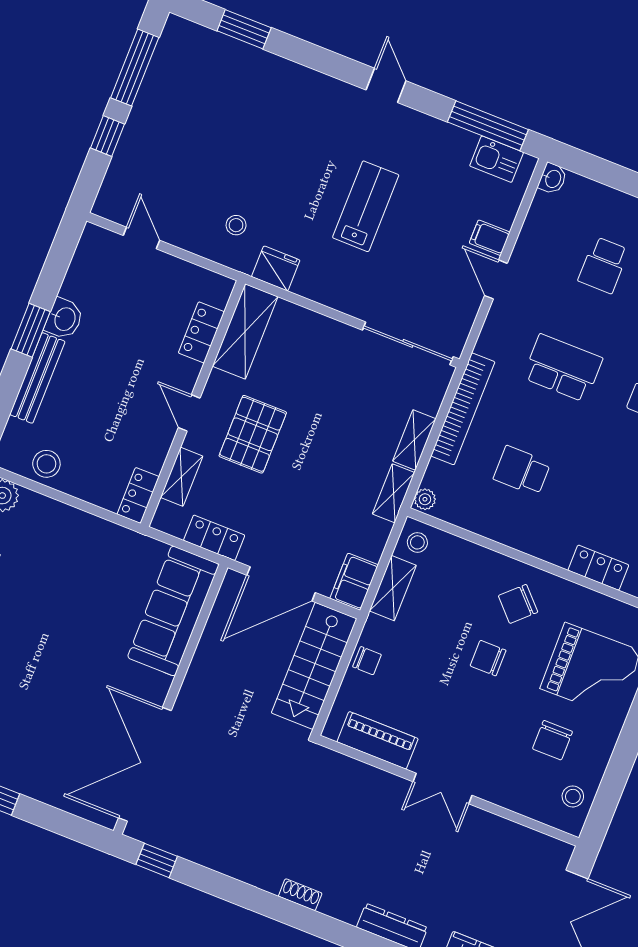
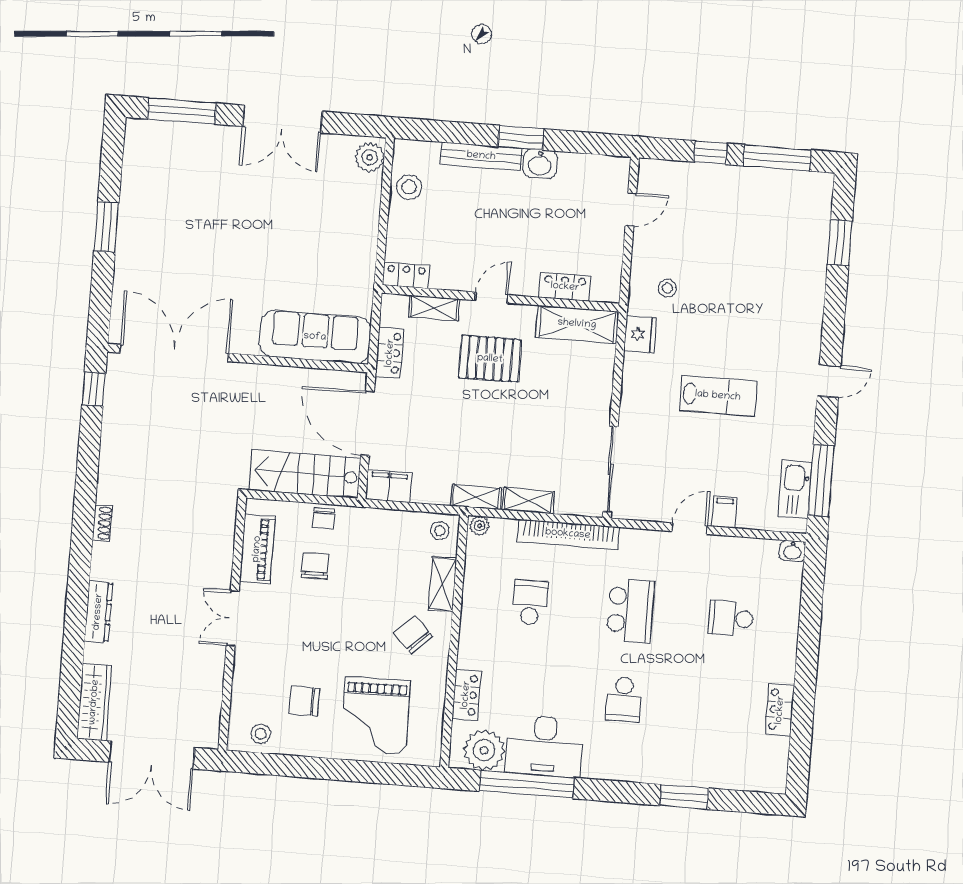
kitchen sink: (497, 159) -> (795, 489), width x1.38
shelving: (393, 588) -> (442, 584), moved, turned 90
chair: (488, 658) -> (315, 566), moved

